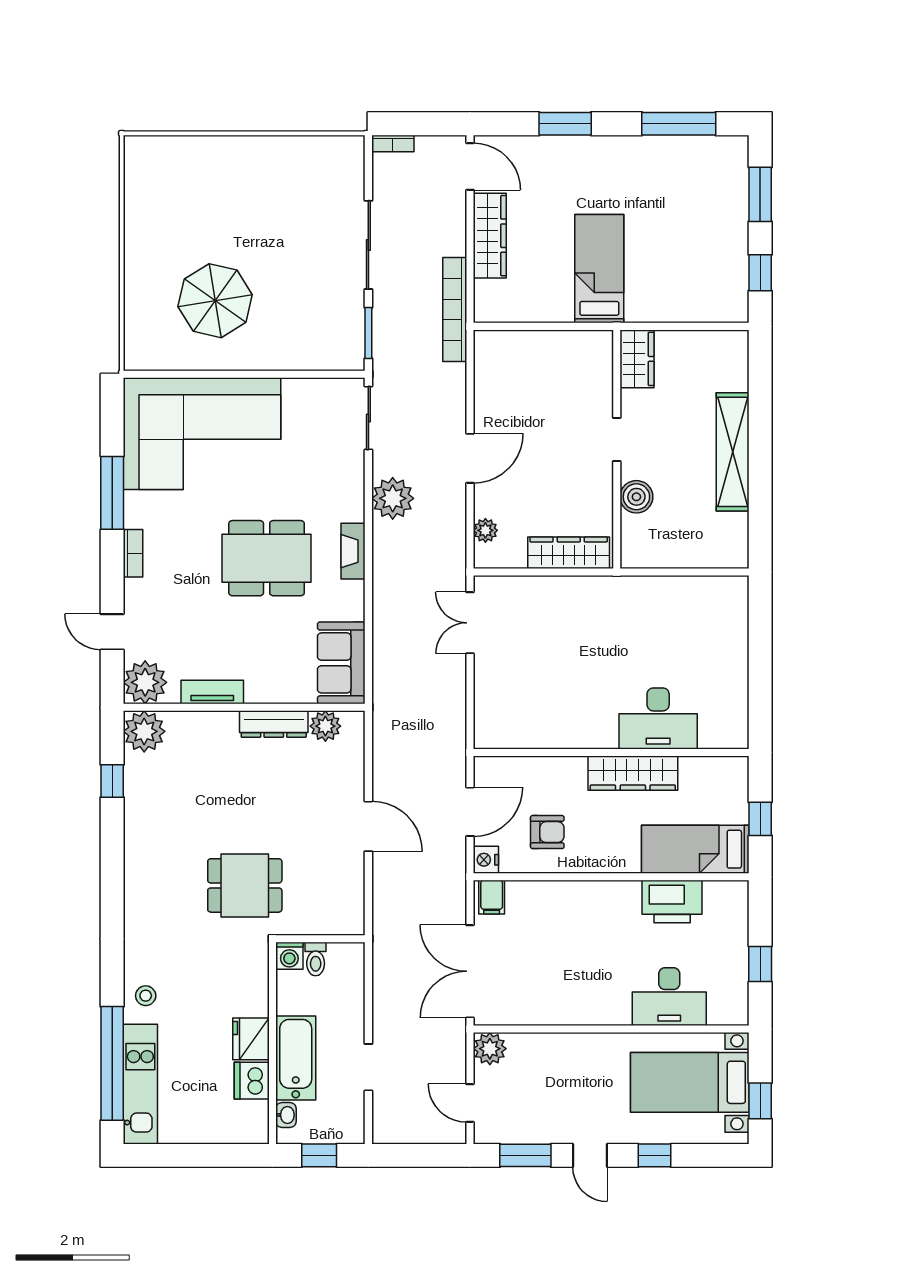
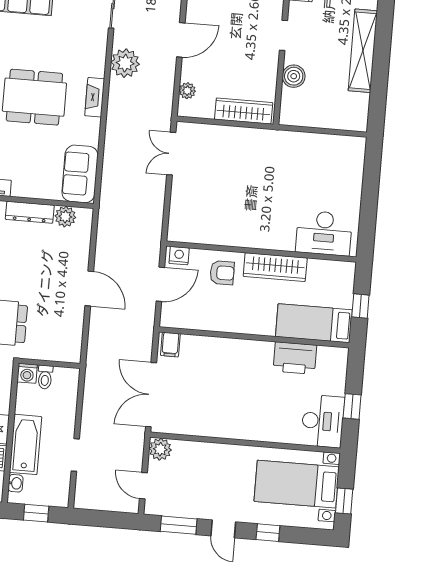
desk: (658, 718) -> (324, 233), moved
armchair: (547, 832) -> (222, 273), moved
nightstand: (486, 860) -> (179, 256), moved, turned 90
desk: (669, 997) -> (323, 421), moved, turned -90

